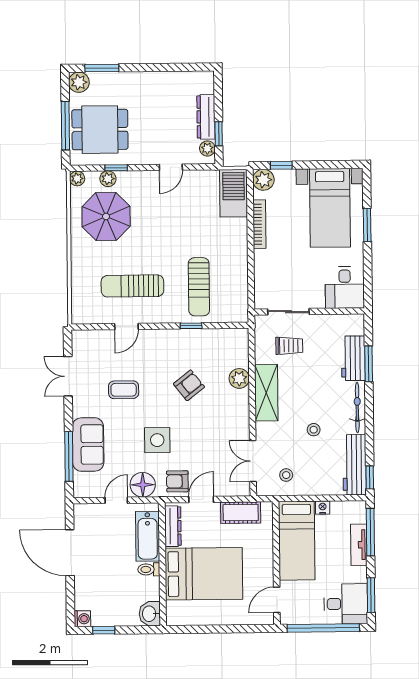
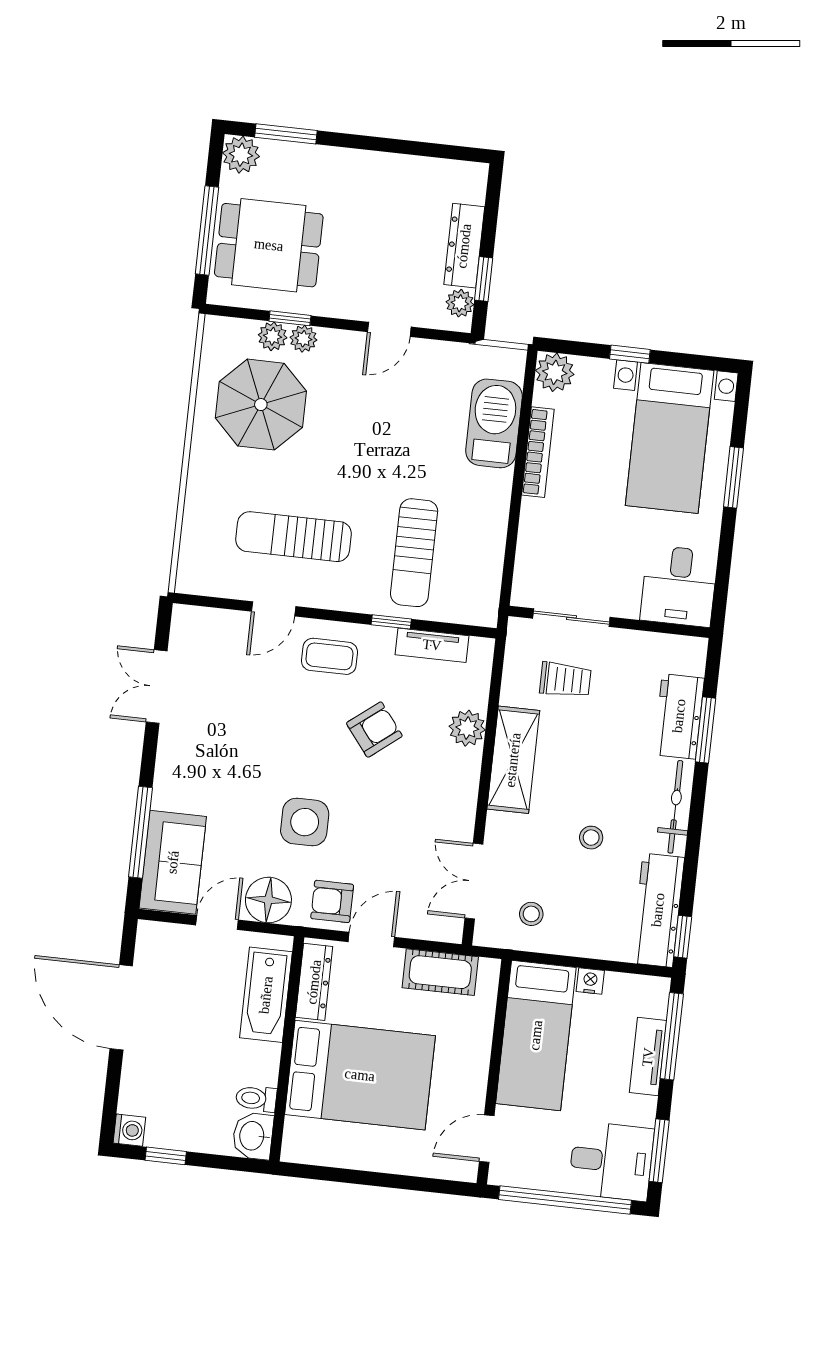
window: (281, 165) -> (630, 354), moved
plant: (77, 179) -> (303, 339), moved
barbecue: (234, 193) -> (494, 423), moved
tv unit: (215, 336) -> (432, 645), added
coffee table: (124, 390) -> (329, 656), moved
sofa: (88, 445) -> (173, 862), moved
toilet: (149, 569) -> (256, 1098), moved

